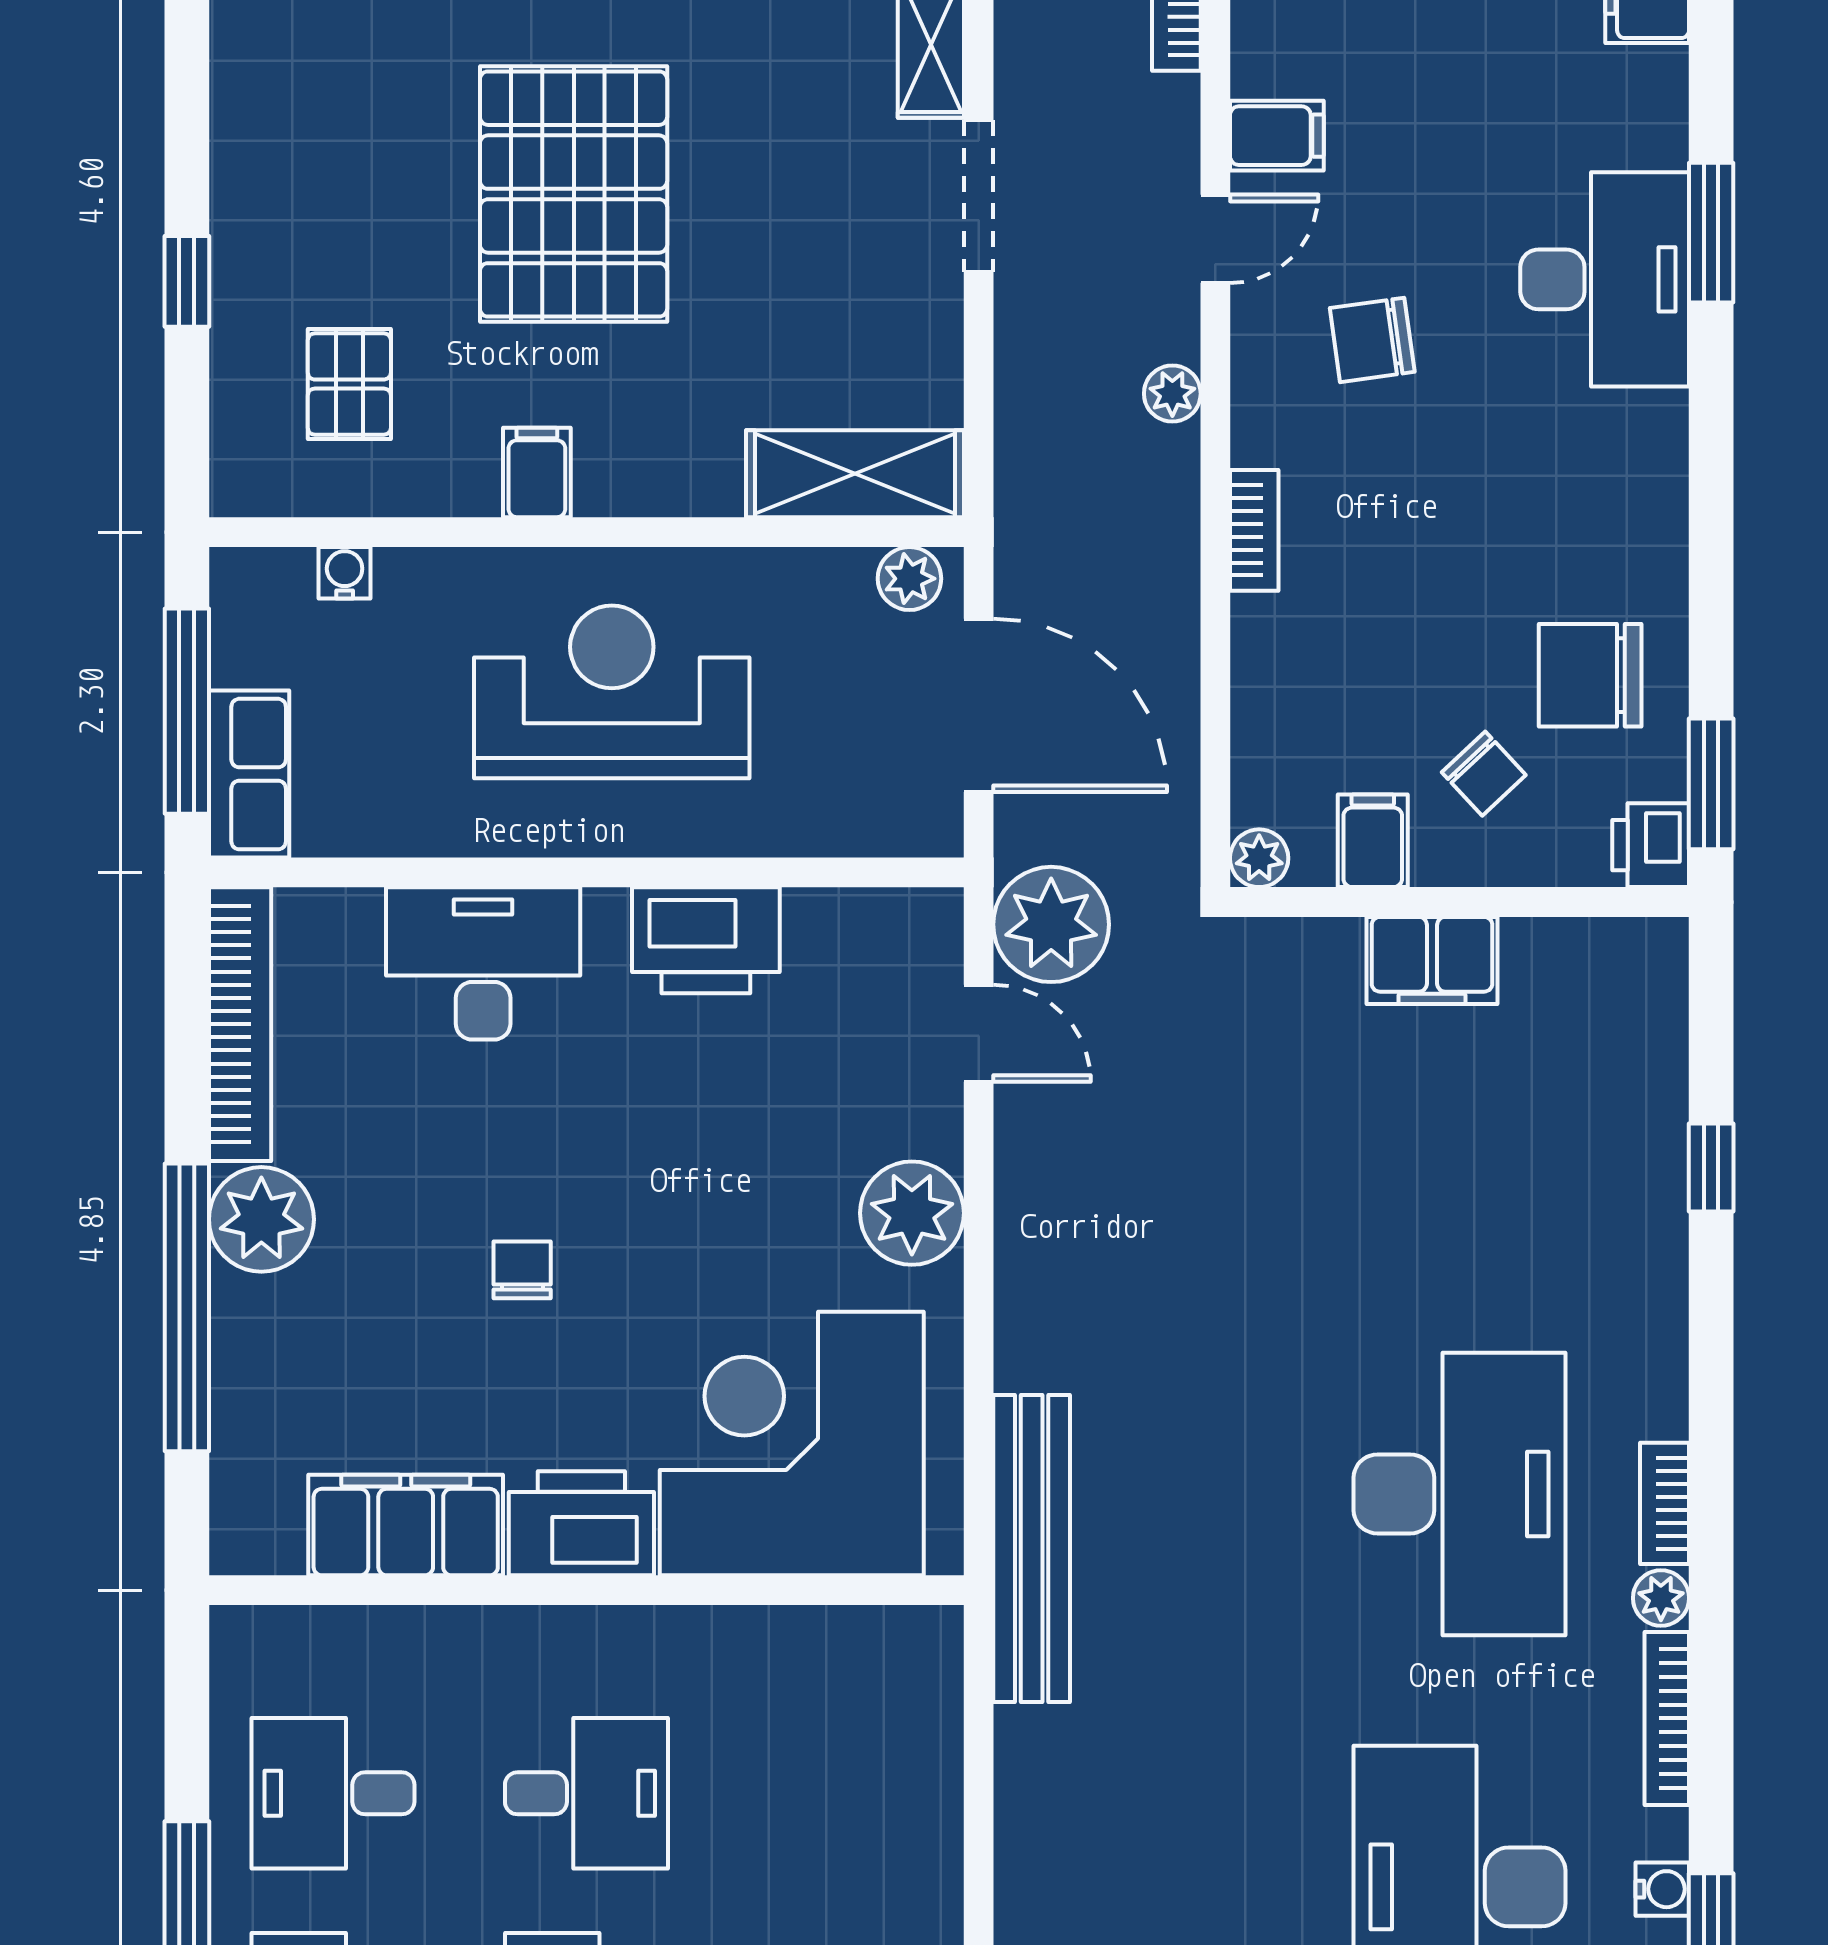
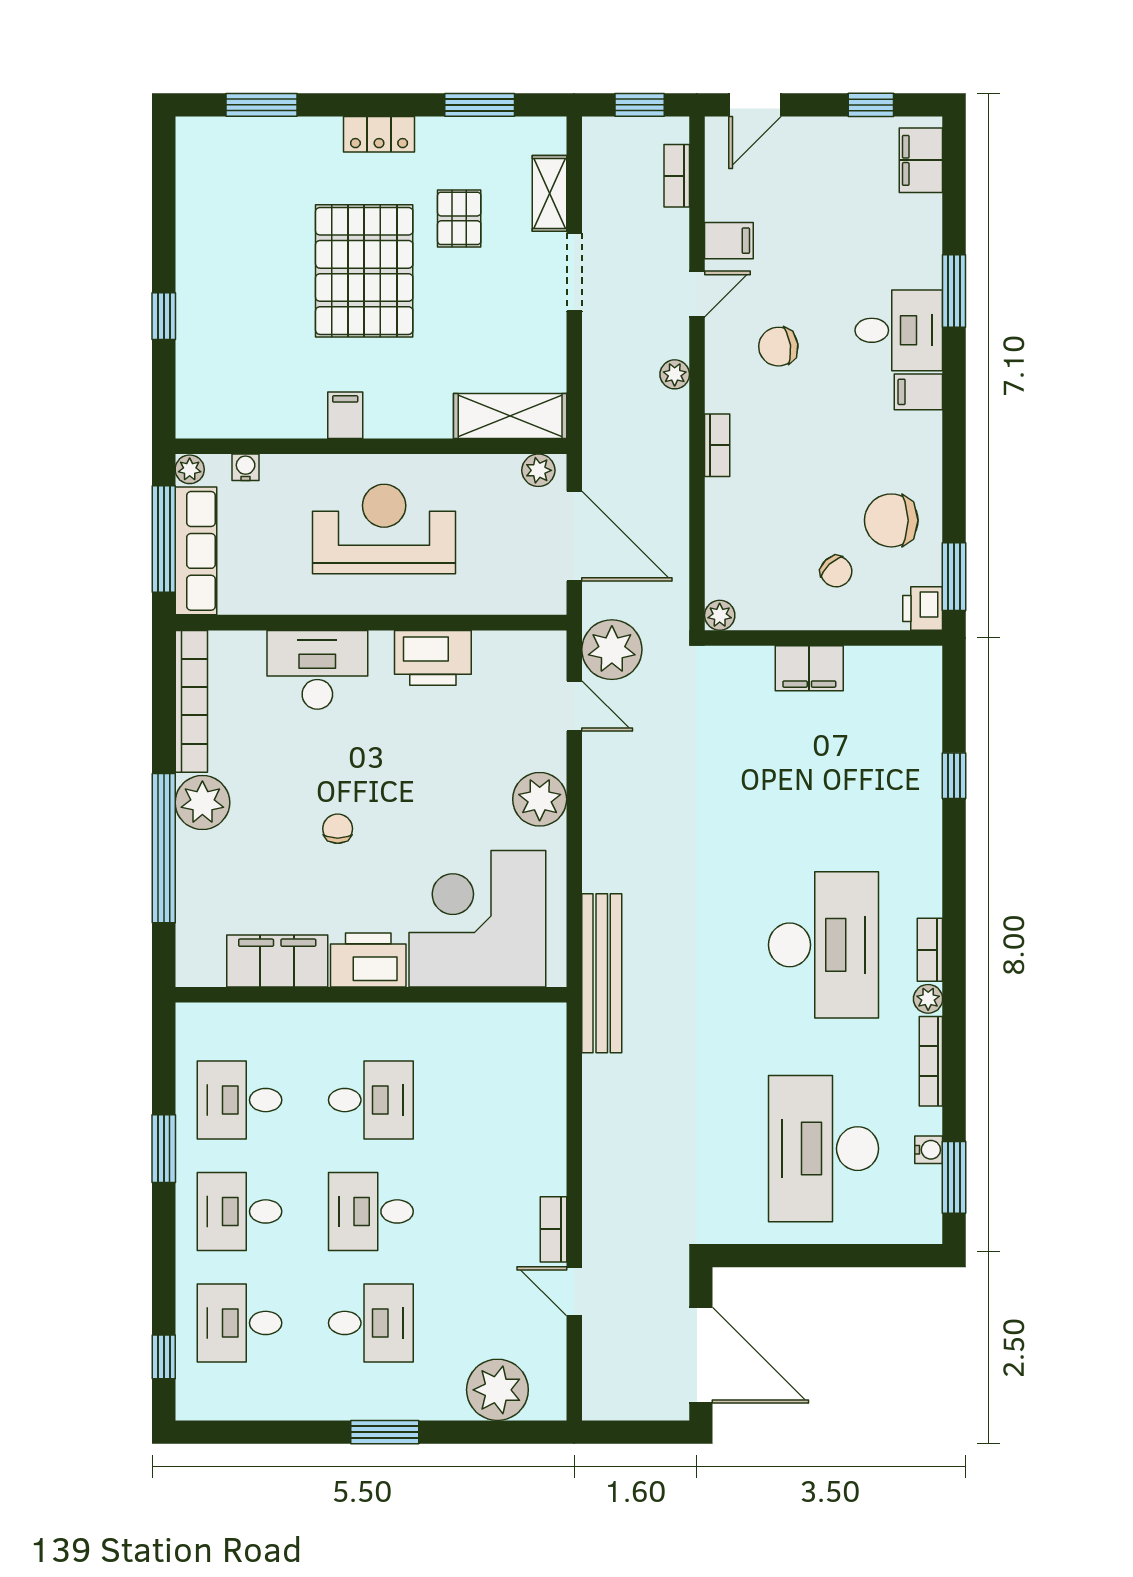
desk: (1605, 279) -> (899, 330), width x0.73
pallet: (349, 384) -> (459, 218), moved
plant: (237, 577) -> (190, 469), added
row of seats: (249, 774) -> (196, 551), width x1.48
filing cabinet: (1373, 841) -> (918, 392), moved, turned -90

